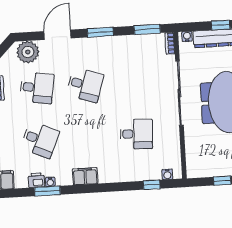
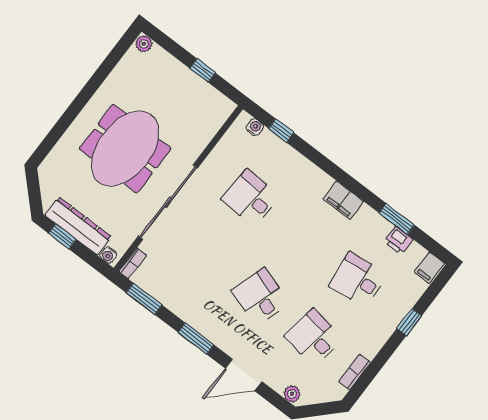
plant: (28, 52) -> (292, 394), width x0.53, depth x0.53
desk: (40, 140) -> (358, 280), turned -30
water cooler: (50, 182) -> (385, 226), removed

